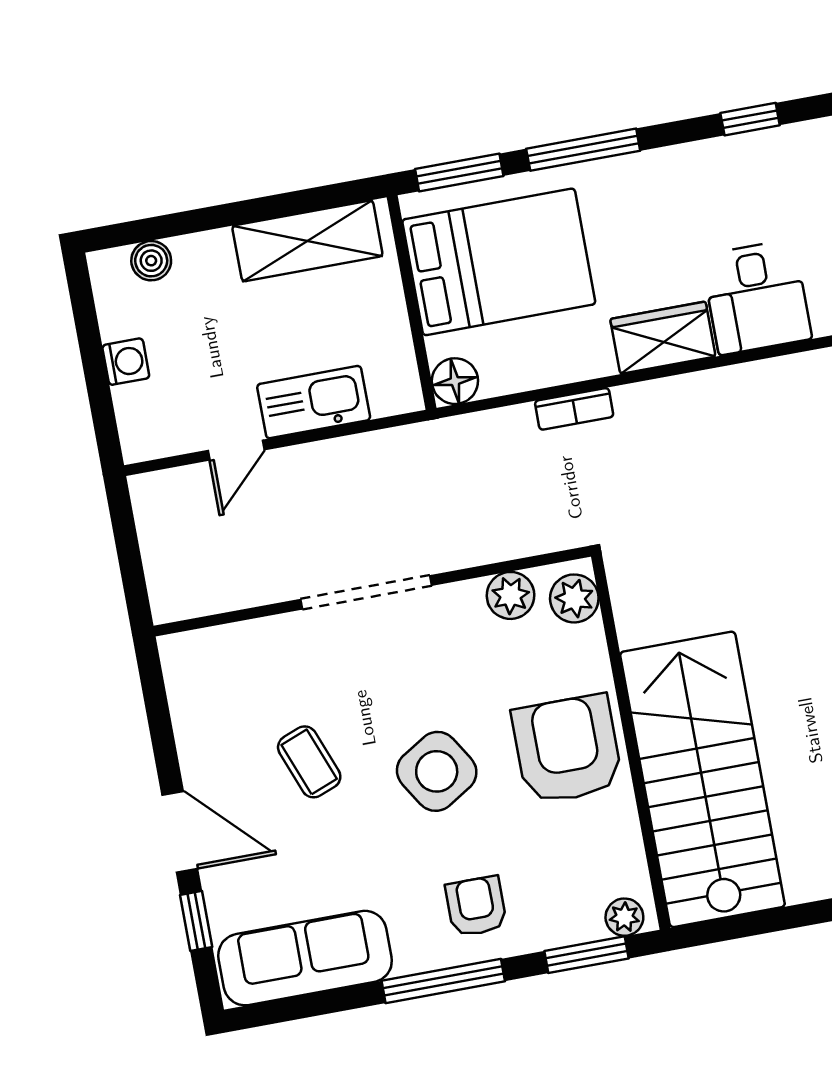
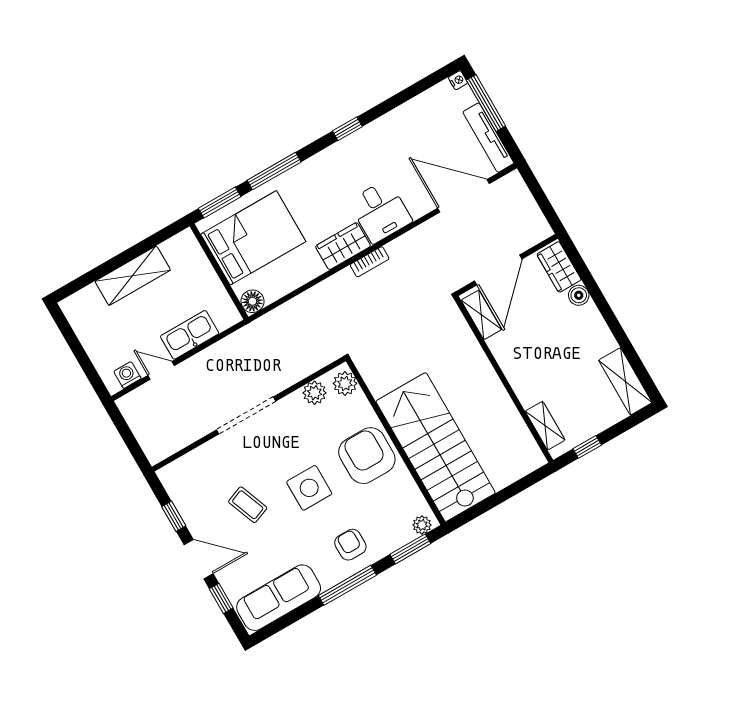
shelving: (307, 241) -> (133, 276), moved
boiler: (151, 261) -> (90, 296), removed
washing machine: (126, 362) -> (127, 375), moved, turned -90
bookcase: (574, 409) -> (370, 262), moved
door: (236, 450) -> (161, 370), swing flipped
window: (162, 734) -> (174, 516), added
side table: (437, 771) -> (309, 488), turned 32

